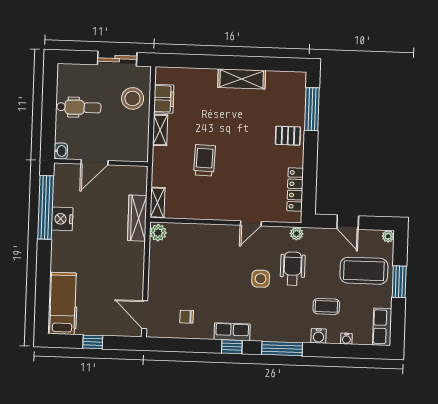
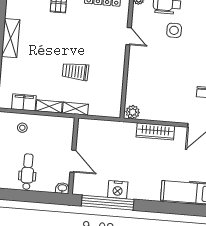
stool: (133, 98) -> (22, 128), width x0.53, depth x0.53
shelving: (158, 203) -> (75, 109), moved
wardrobe: (137, 218) -> (155, 131), moved

